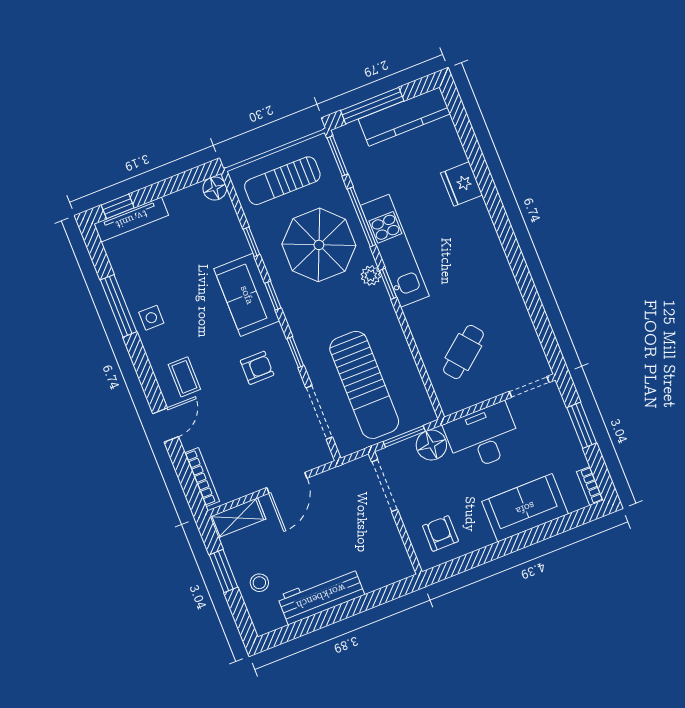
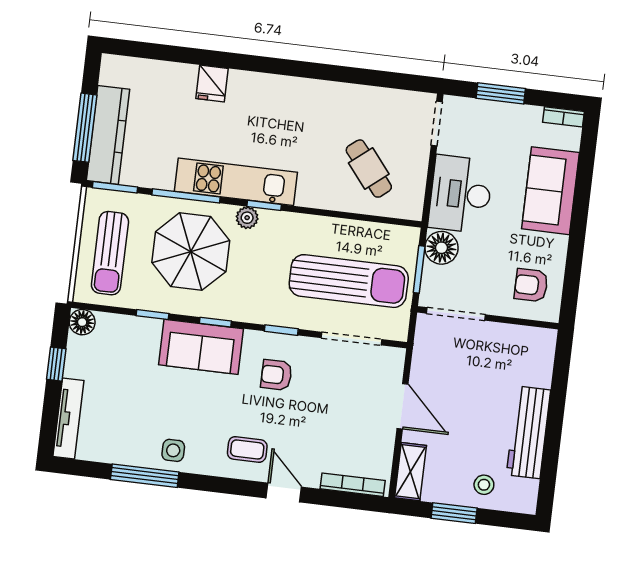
kitchen counter: (404, 117) -> (108, 135), moved
fridge: (462, 184) -> (212, 83), width x0.72
window: (118, 206) -> (56, 364), moved
armchair: (257, 368) -> (276, 375), turned -90

